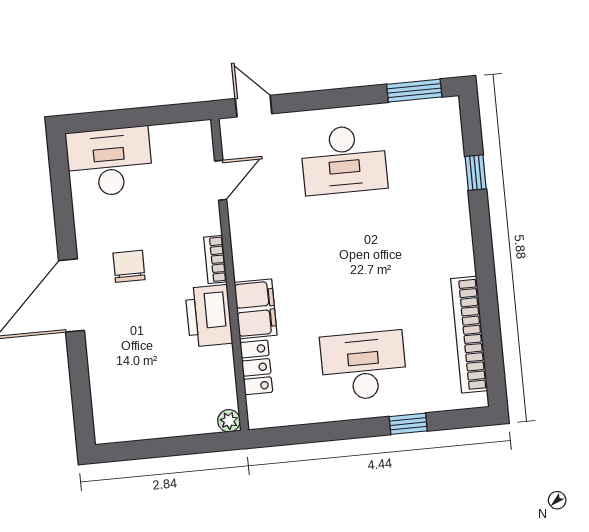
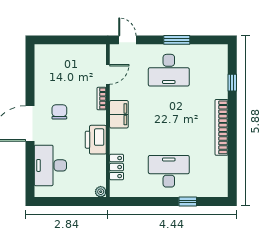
window: (414, 91) -> (177, 40), moved
desk: (109, 162) -> (50, 165), moved, turned -90
bookcase: (215, 259) -> (102, 99), moved
filing cabinet: (256, 309) -> (119, 114), moved
bookcase: (469, 335) -> (221, 127), moved

